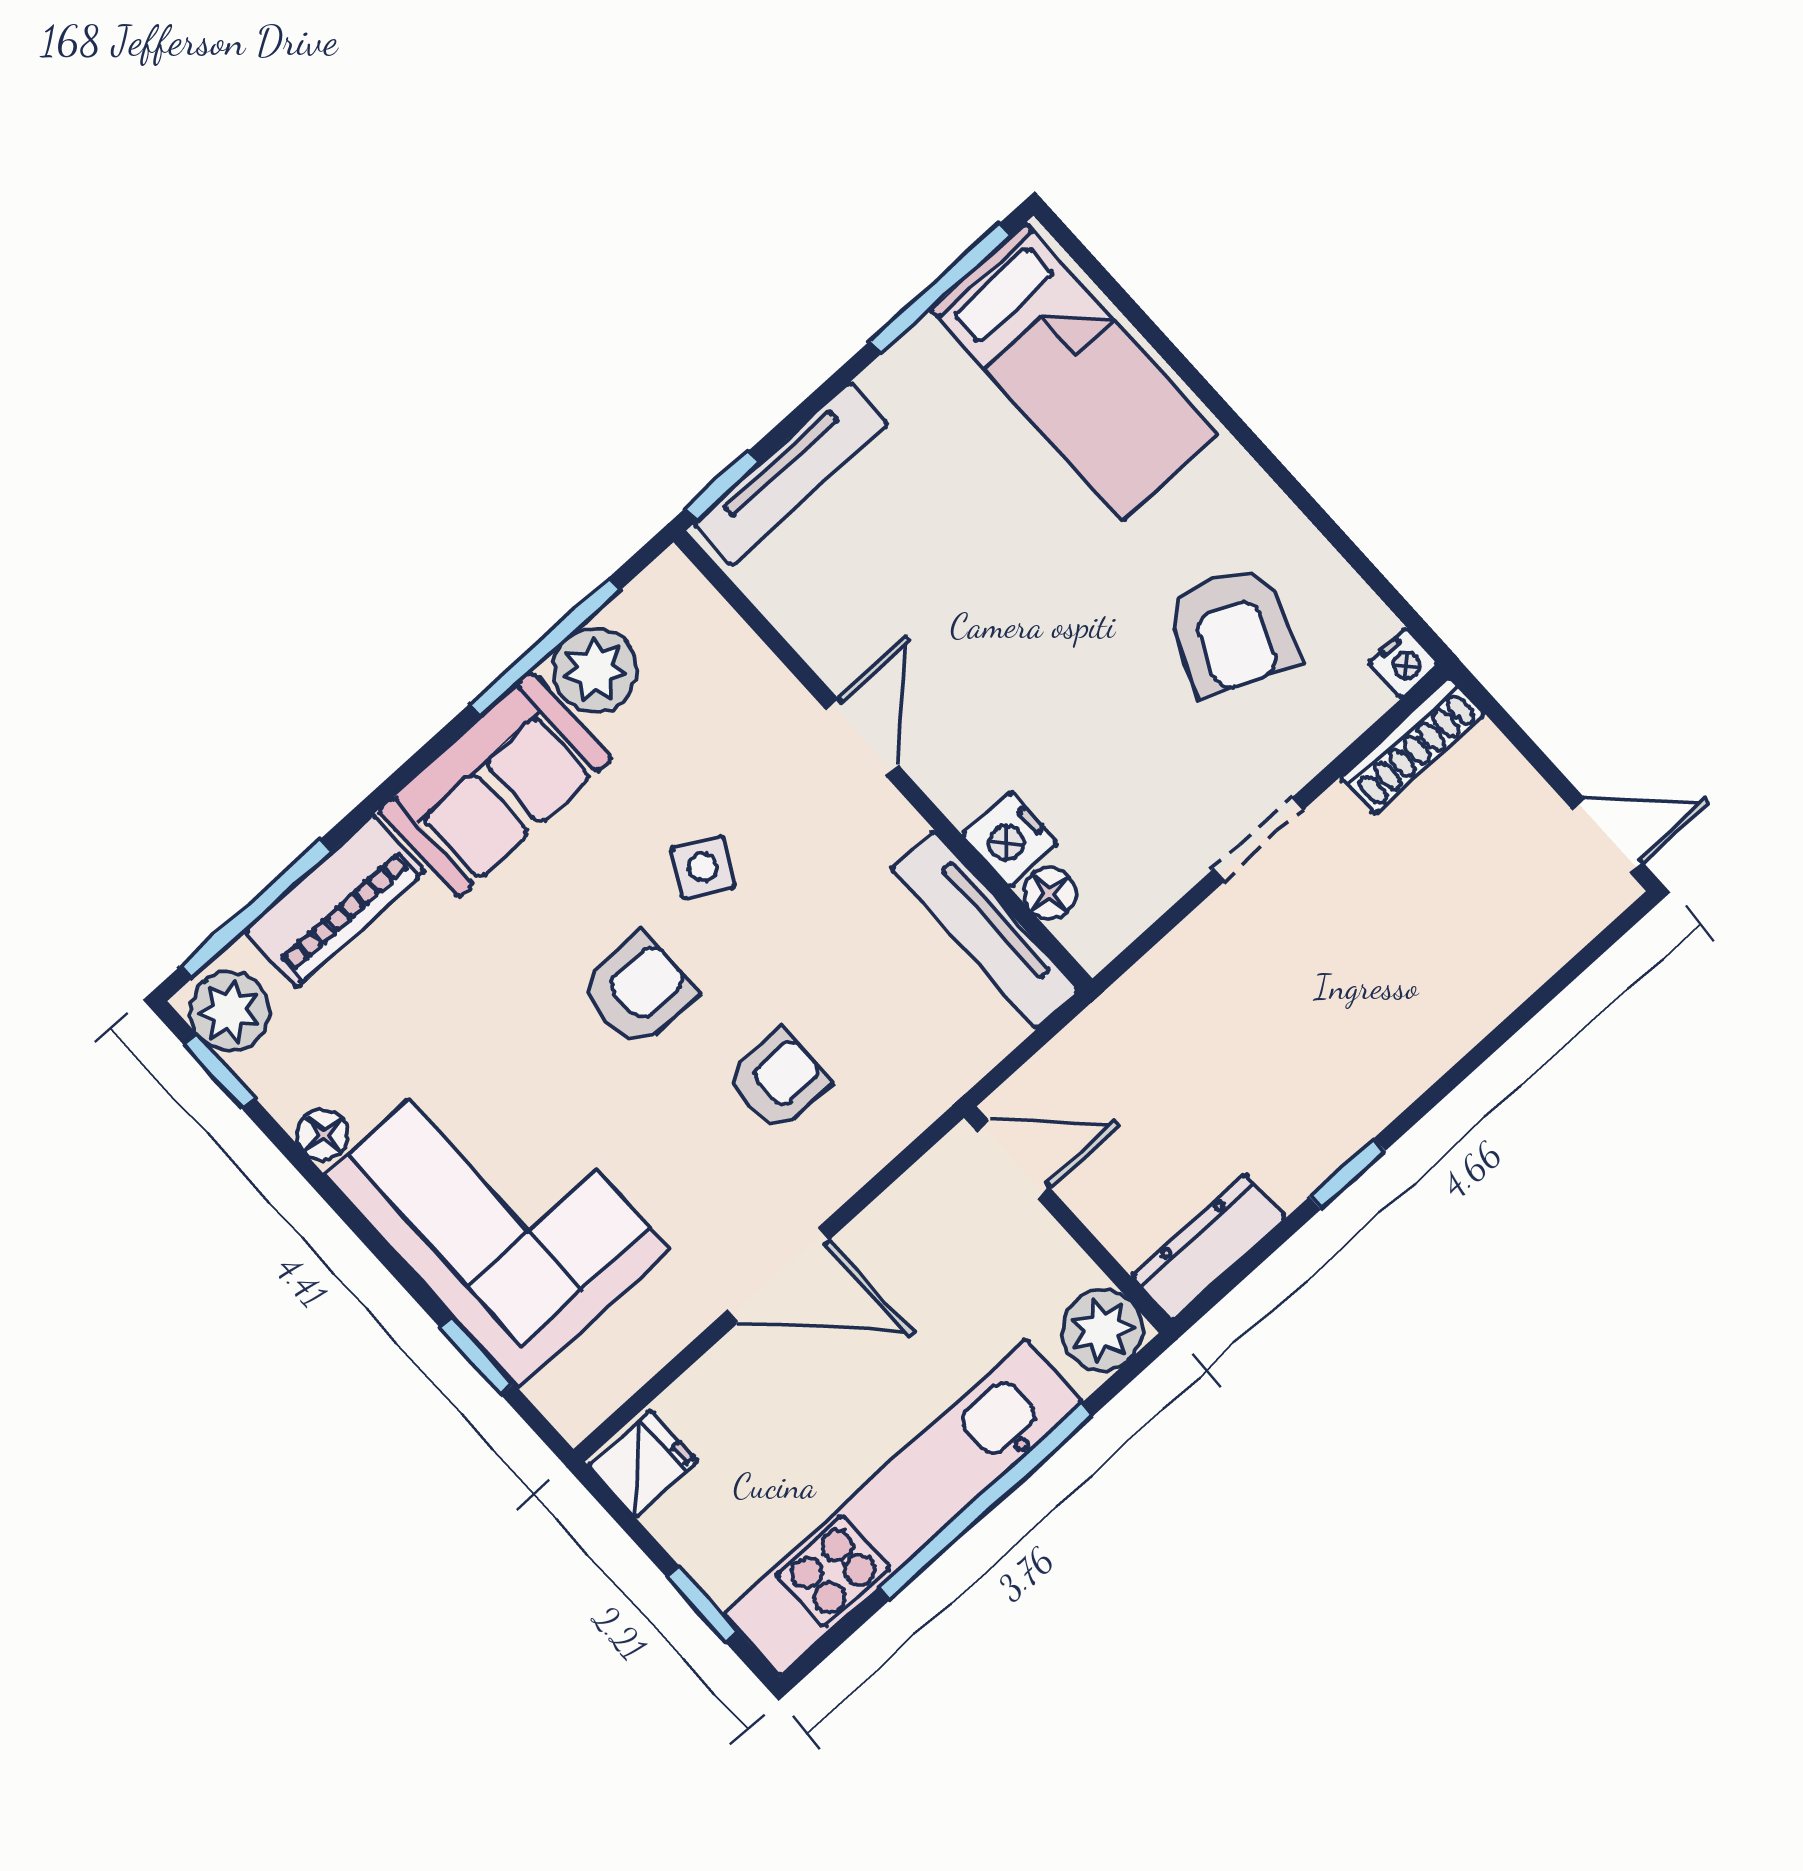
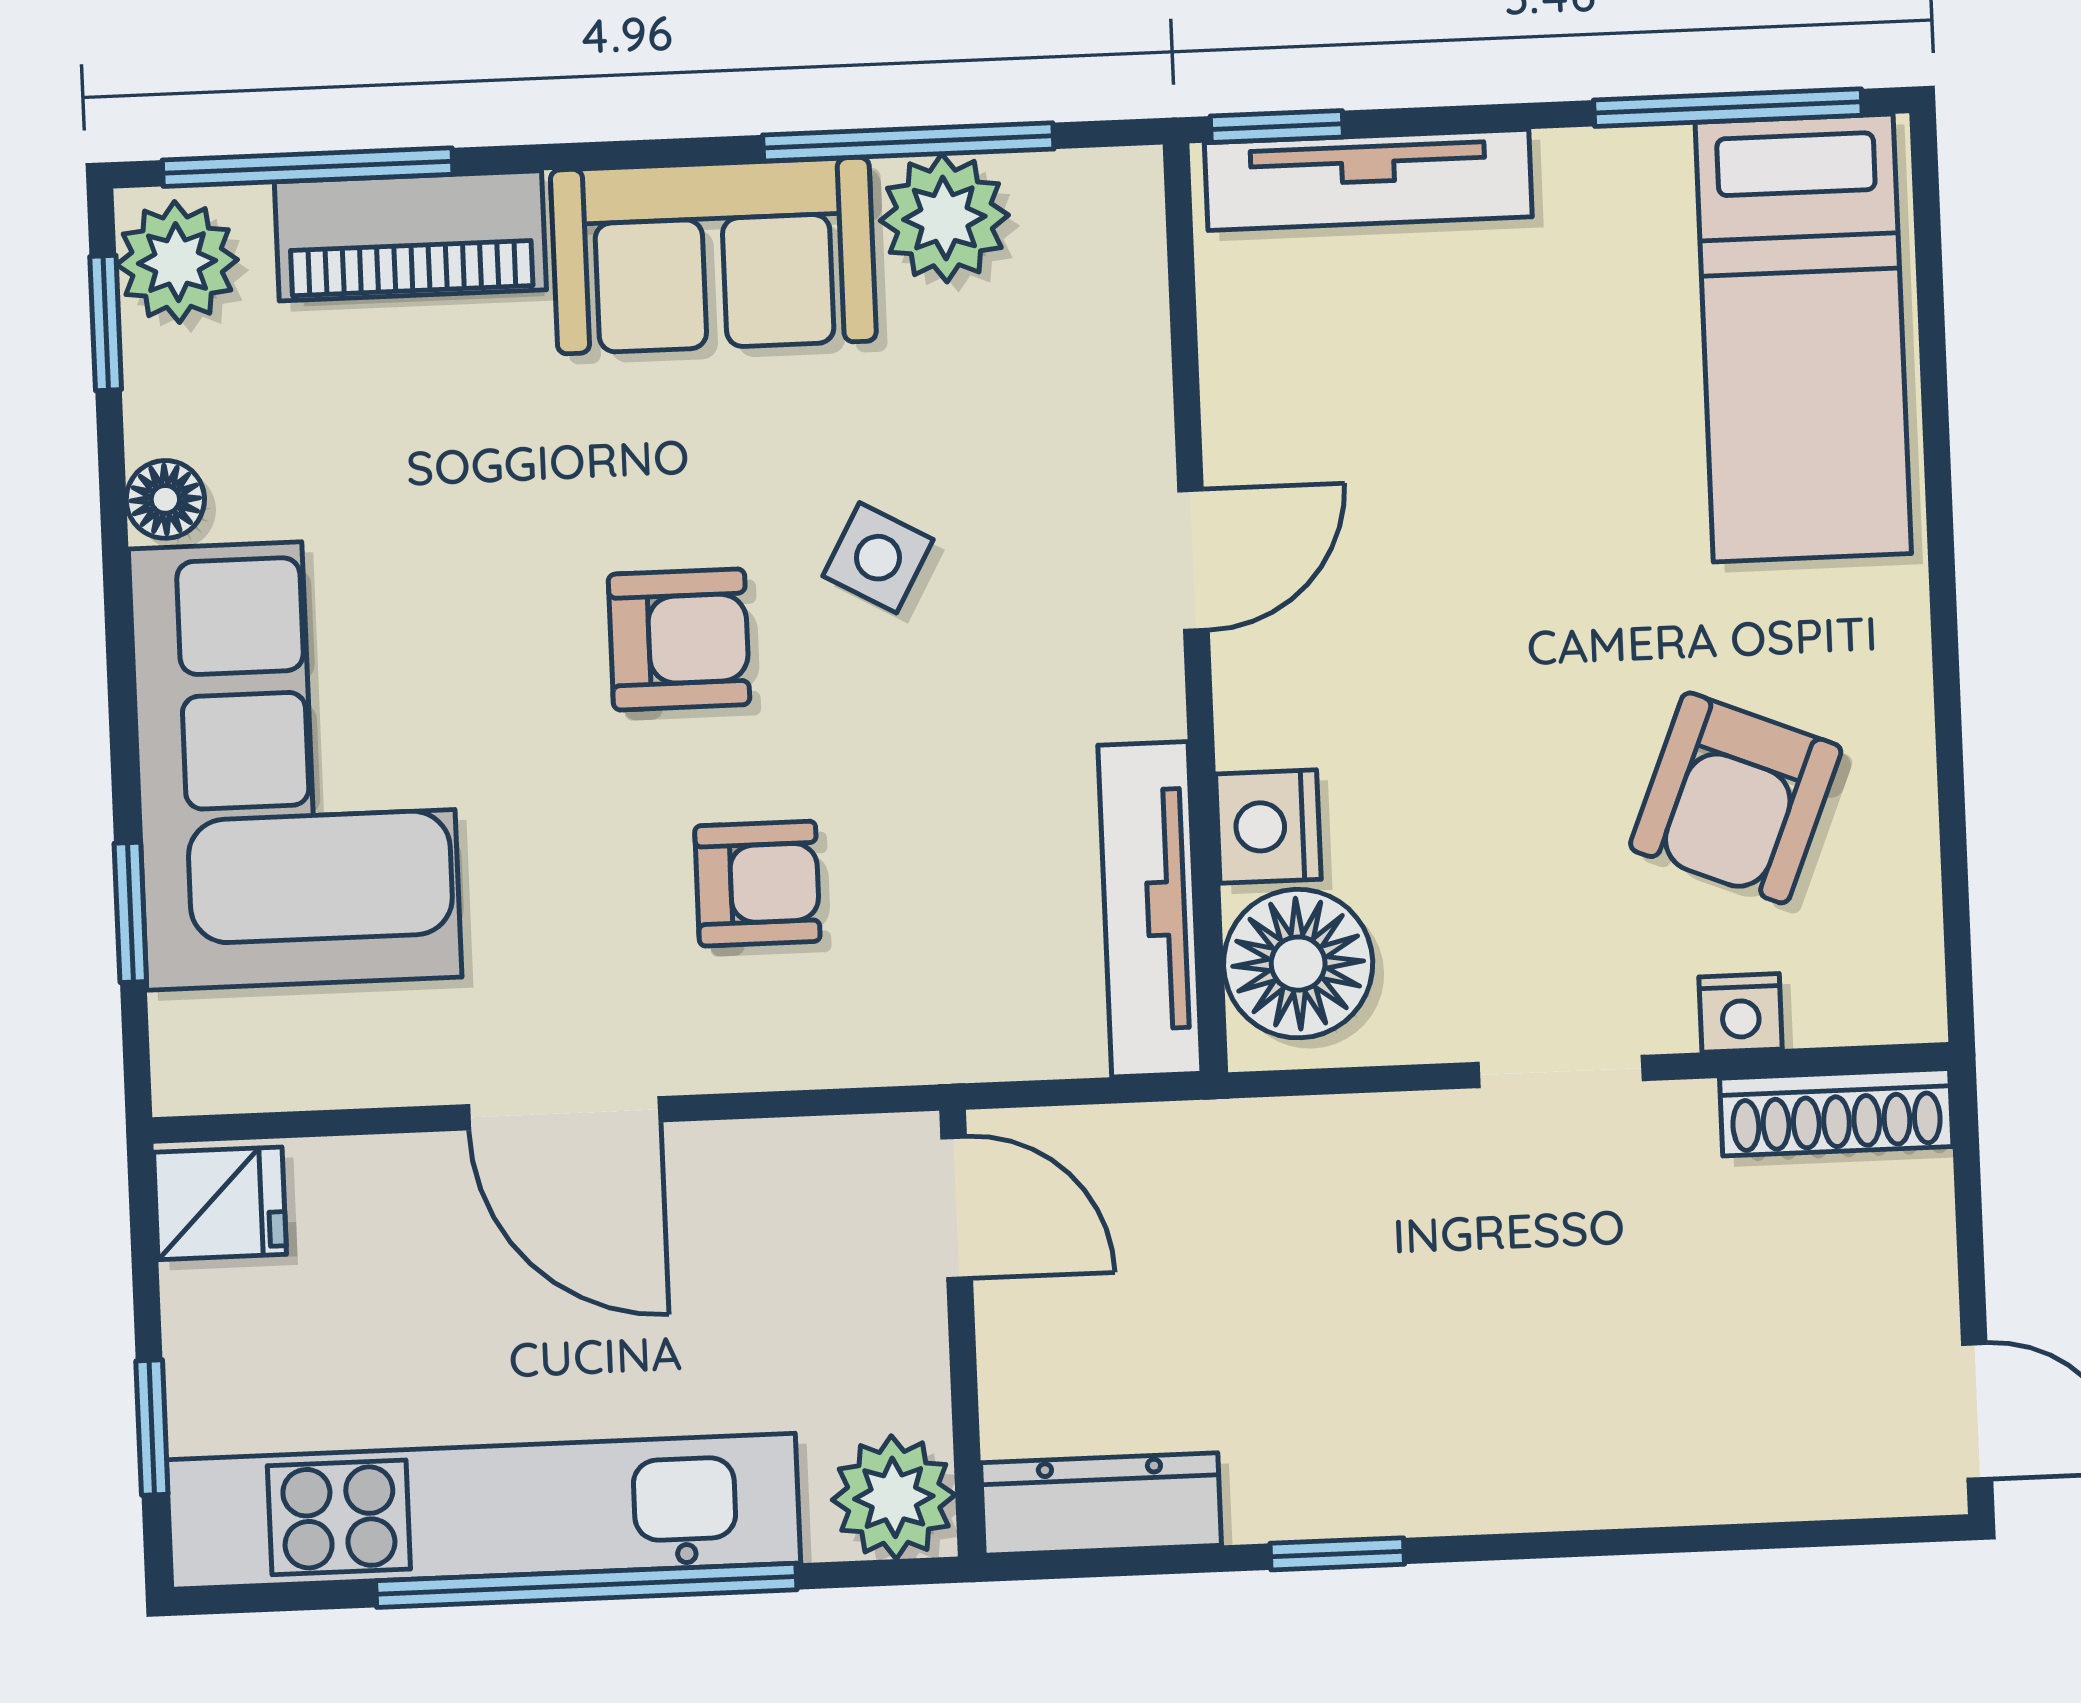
nightstand: (1404, 663) -> (1741, 1013), moved
floor lamp: (1050, 893) -> (1298, 964), width x1.89, depth x1.89

